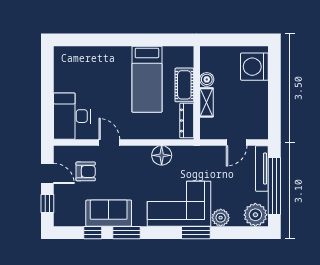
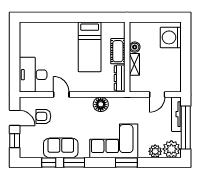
armchair: (86, 171) -> (43, 116), turned 180
plant: (221, 218) -> (155, 151), moved

